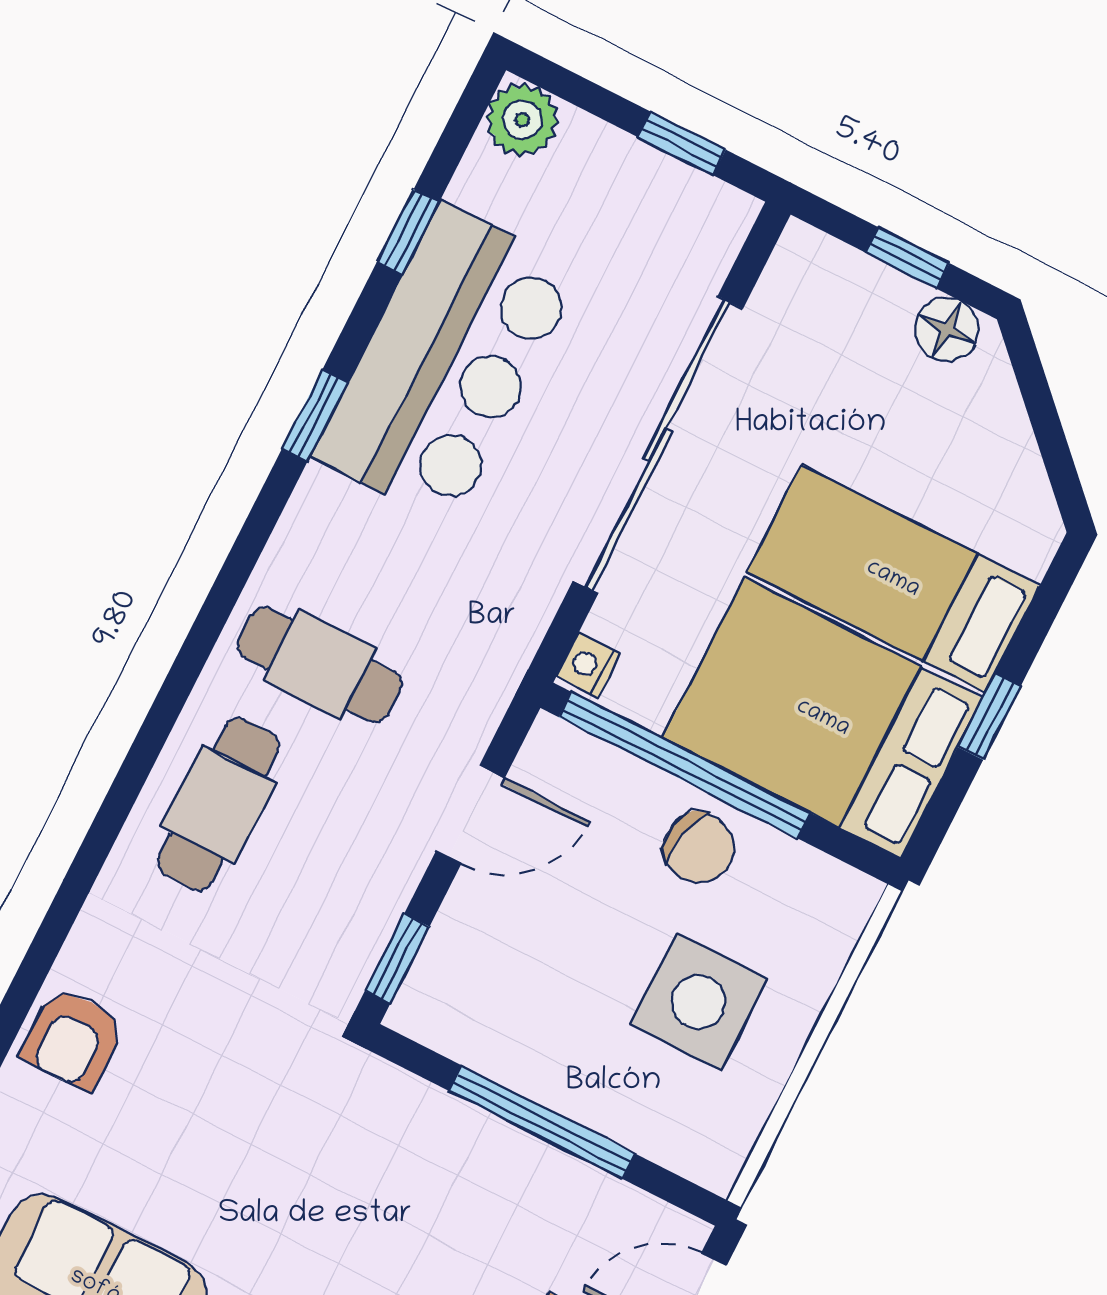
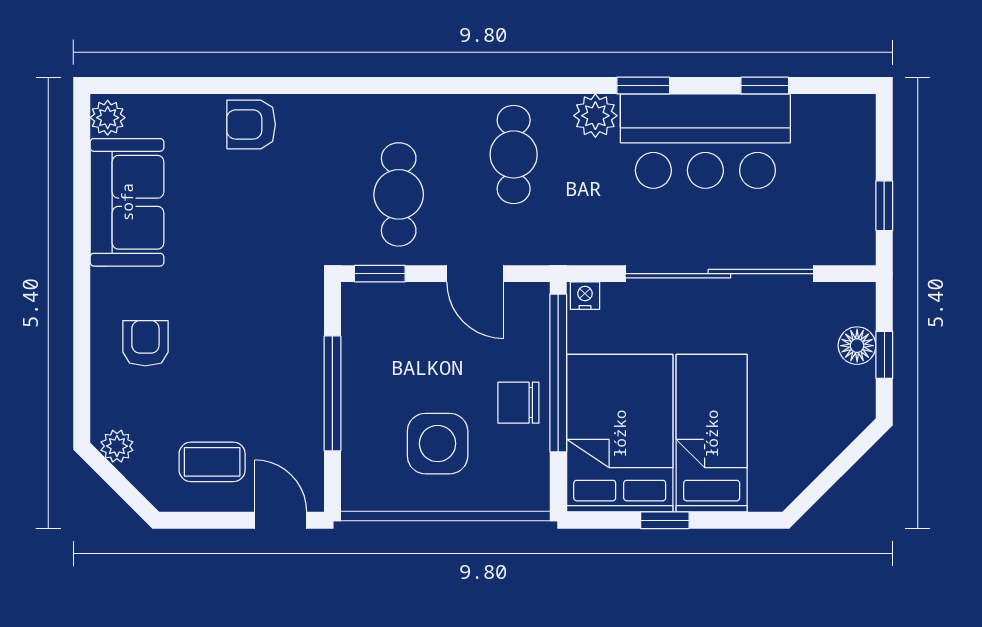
plant: (522, 120) -> (595, 116), moved
floor lamp: (947, 329) -> (857, 346), moved
cafe table: (219, 804) -> (399, 194), moved, turned 90
chair: (699, 848) -> (518, 403), turned 76

